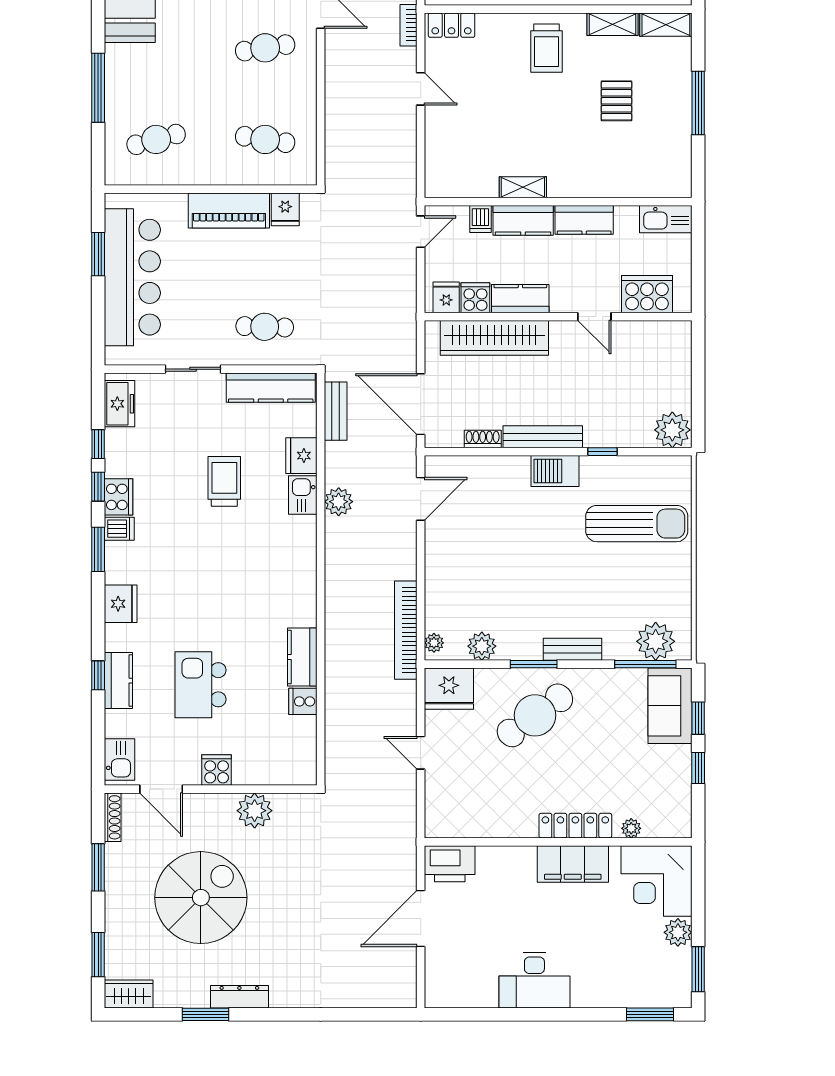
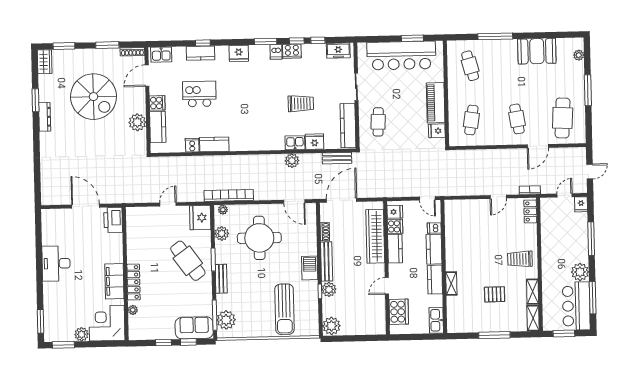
shelving: (523, 187) -> (451, 284), moved
plant: (599, 433) -> (329, 289), added
round table: (492, 571) -> (259, 238), added
kitchen counter: (265, 770) -> (158, 127), added

